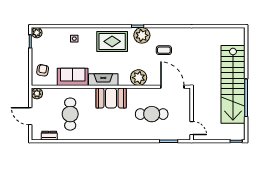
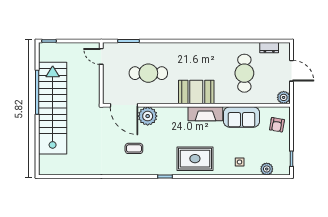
plant: (37, 33) -> (267, 169), moved
plant: (142, 35) -> (160, 166), removed
plant: (139, 78) -> (148, 116), moved

